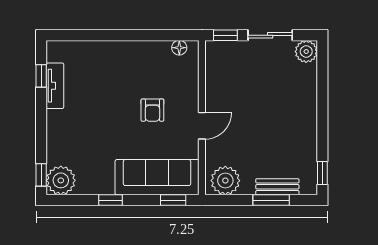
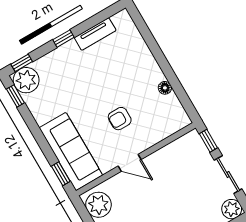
floor lamp: (179, 48) -> (165, 88), moved
window: (41, 76) -> (64, 39), moved
window: (110, 200) -> (15, 96), moved

